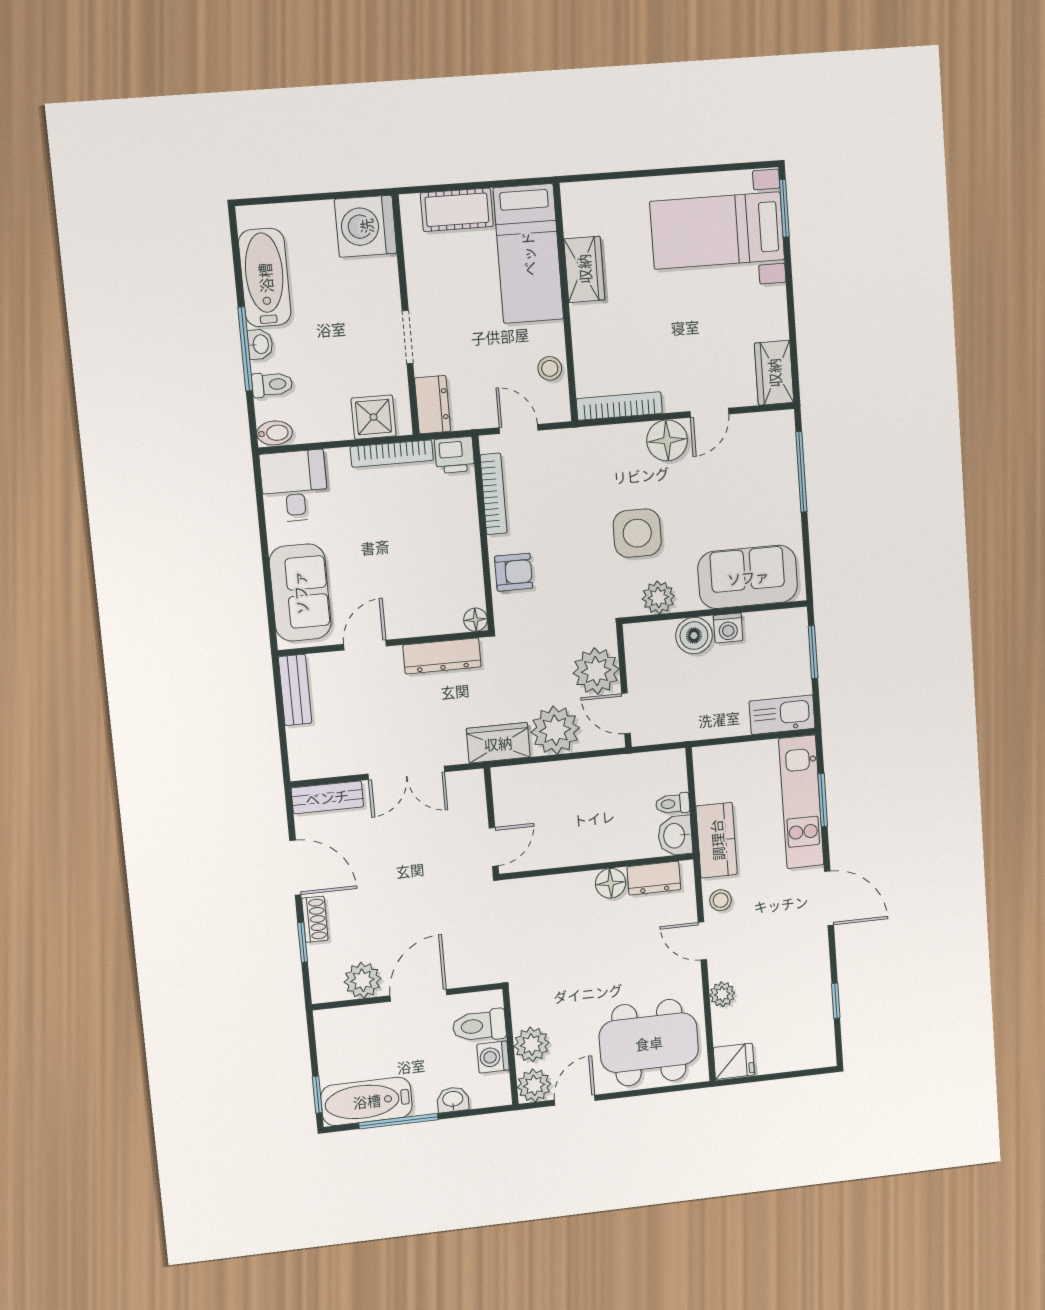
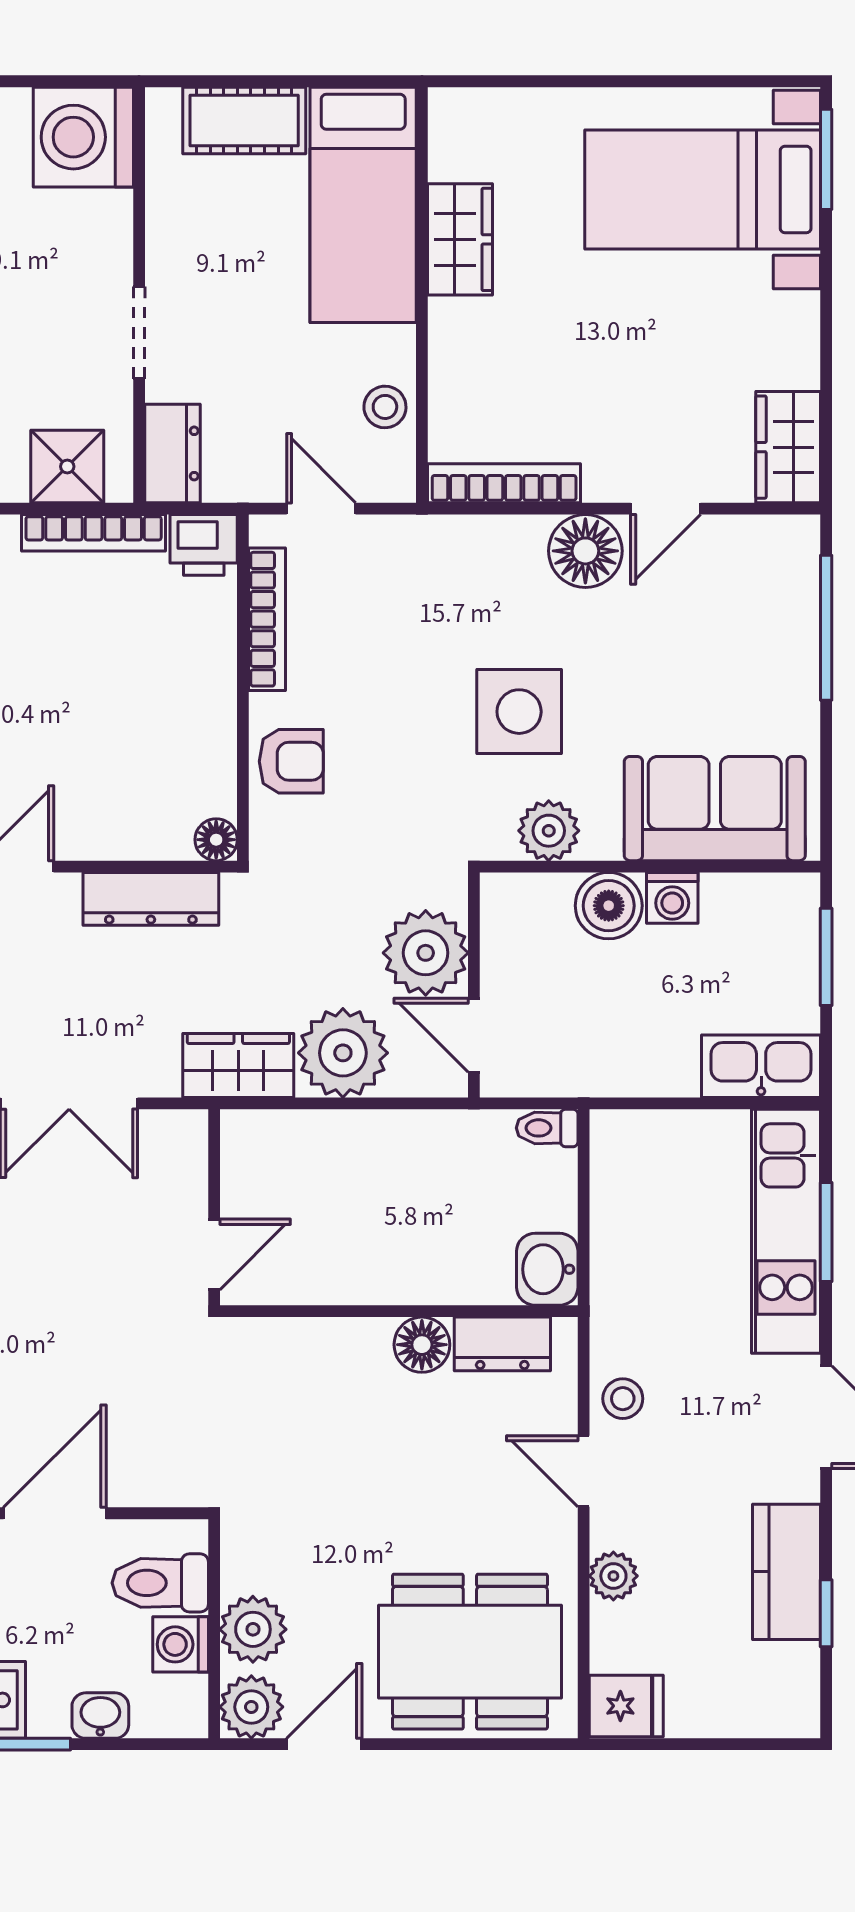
toilet: (673, 804) -> (547, 1128), moved
kitchen counter: (717, 840) -> (787, 1572), moved, turned 180

